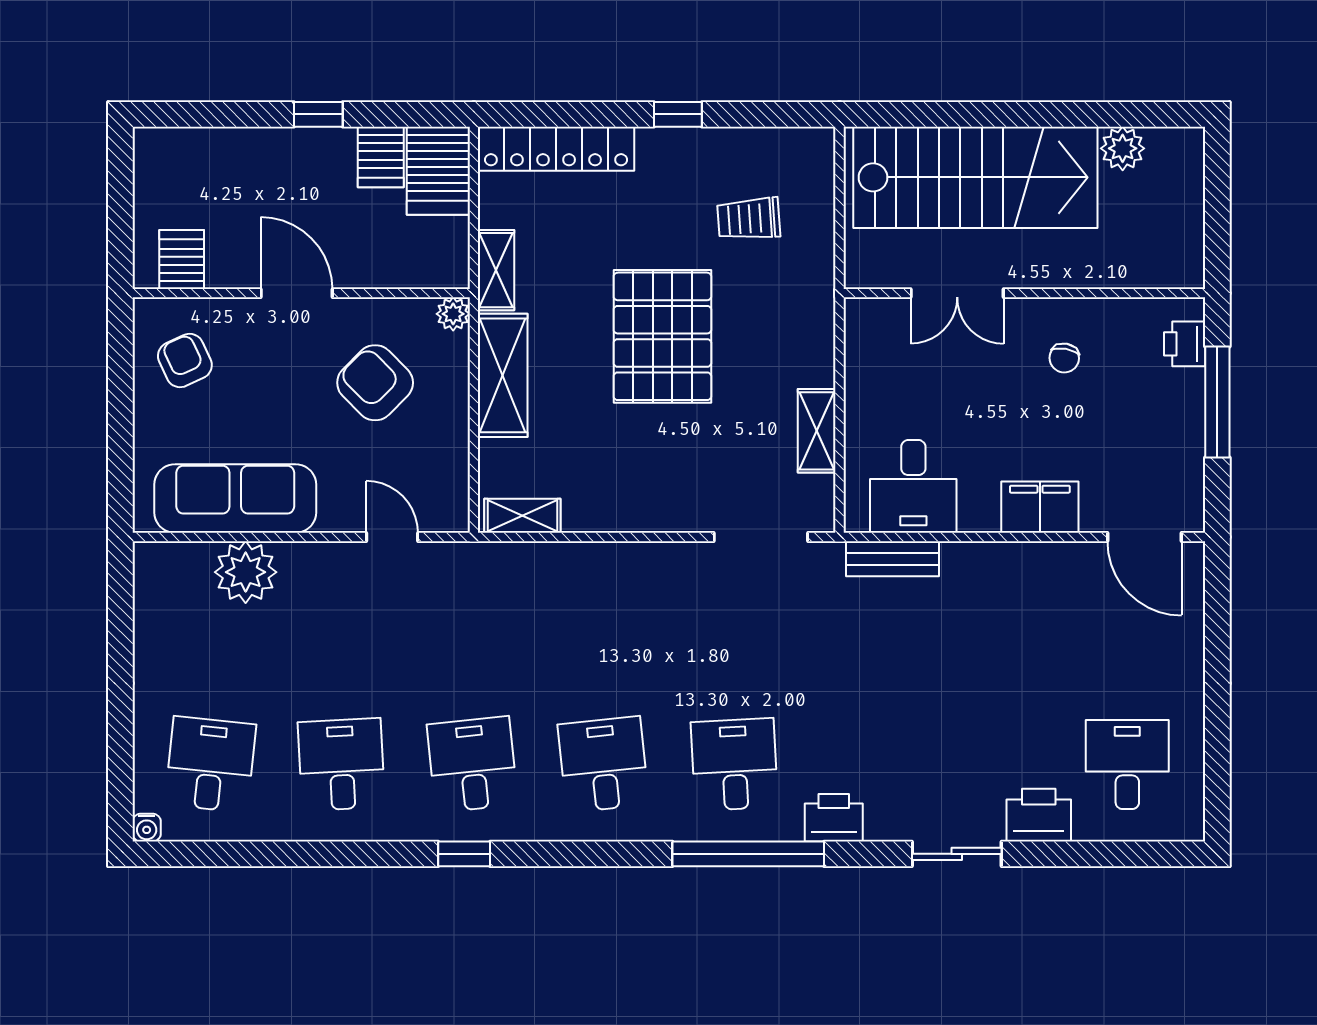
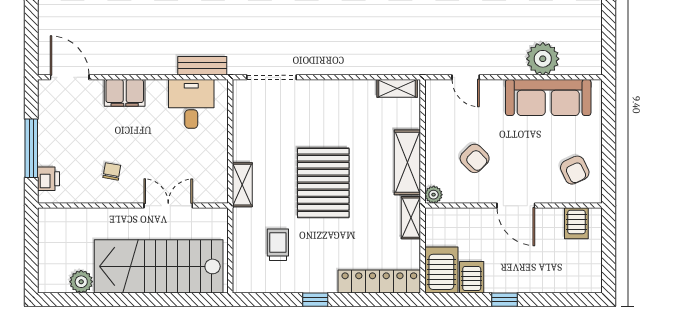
trolley: (749, 219) -> (278, 245), turned -86
armchair: (375, 383) -> (475, 158), width x0.72, depth x0.72
shelving: (817, 431) -> (242, 185), moved

